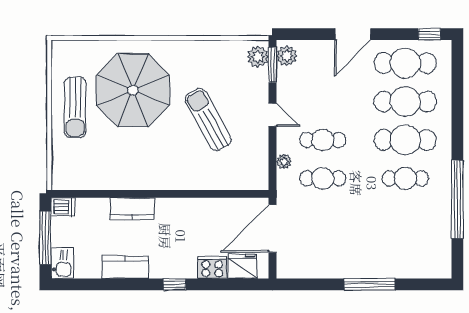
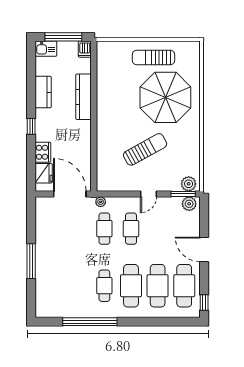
plant: (284, 162) -> (101, 202), moved
kitchen counter: (132, 209) -> (83, 97), width x1.50

